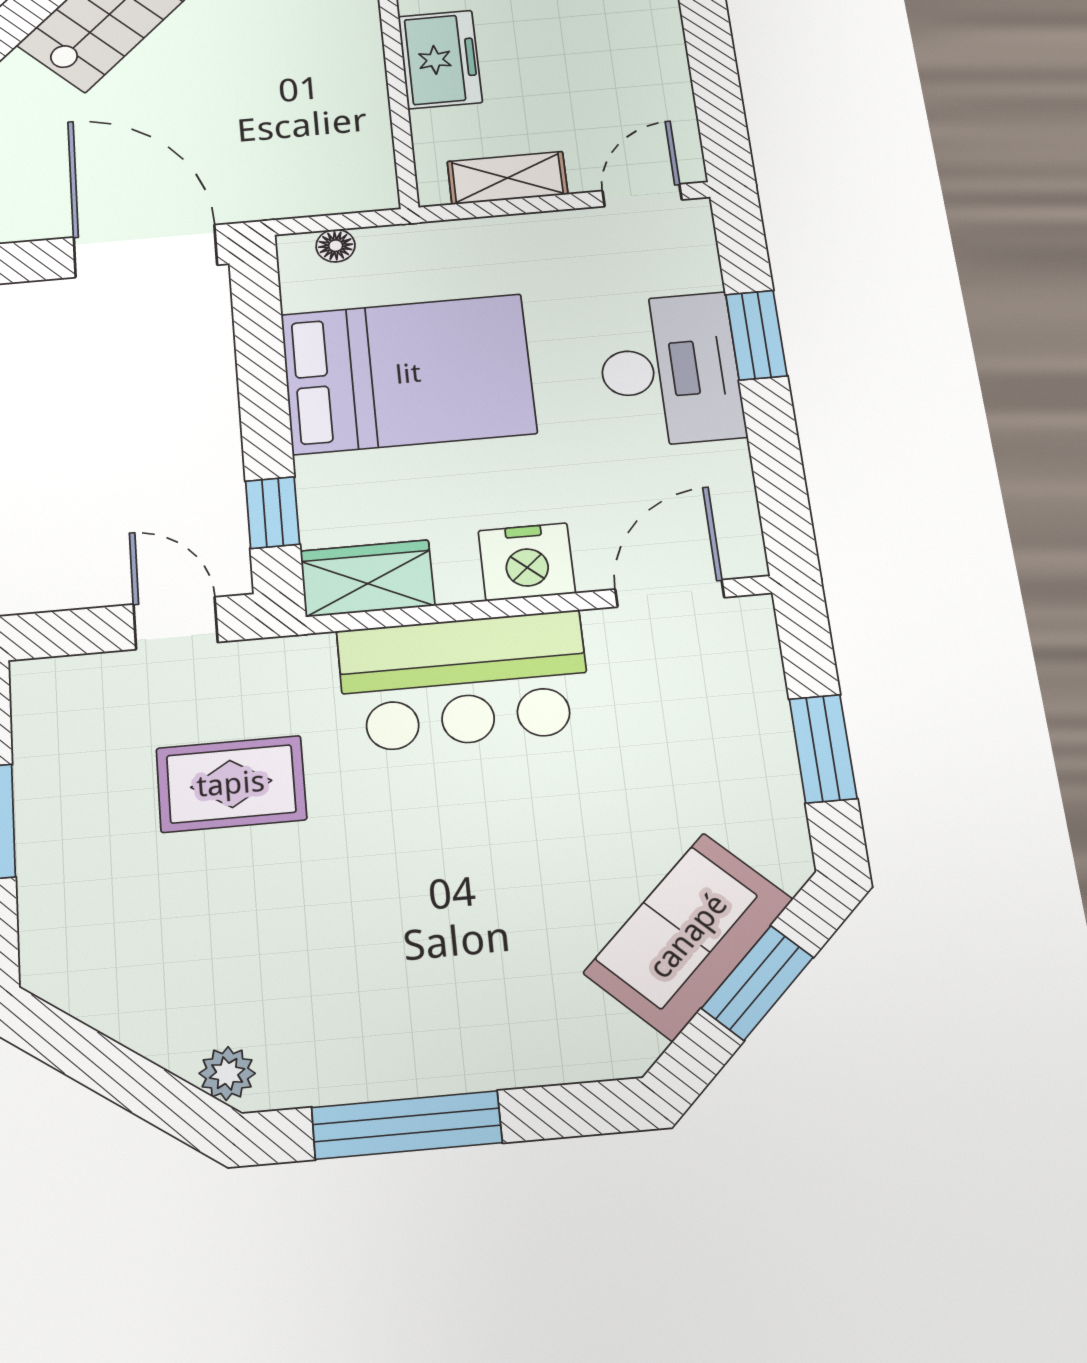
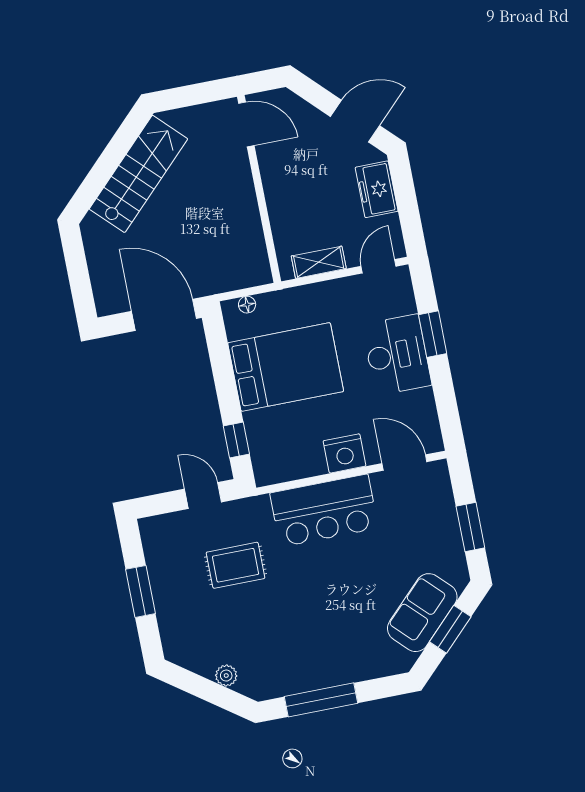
freezer: (440, 59) -> (377, 189), moved, turned 180
wardrobe: (367, 578) -> (279, 467), removed
door: (670, 593) -> (404, 463), hinge flipped
plant: (227, 1073) -> (226, 676), moved

